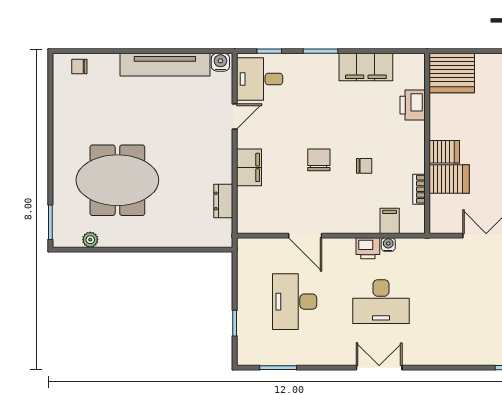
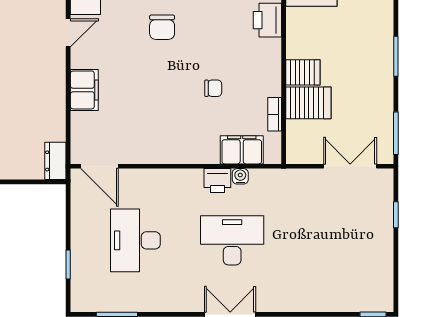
chair: (319, 160) -> (162, 27), moved, turned 180
dresser: (223, 201) -> (55, 161), moved
filing cabinet: (390, 221) -> (242, 150), width x2.00
door: (305, 236) -> (99, 166), moved
desk: (381, 302) -> (232, 240), turned 180

